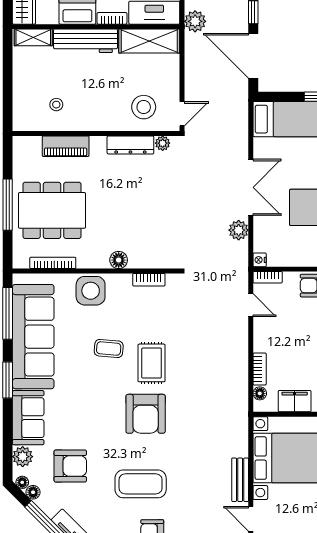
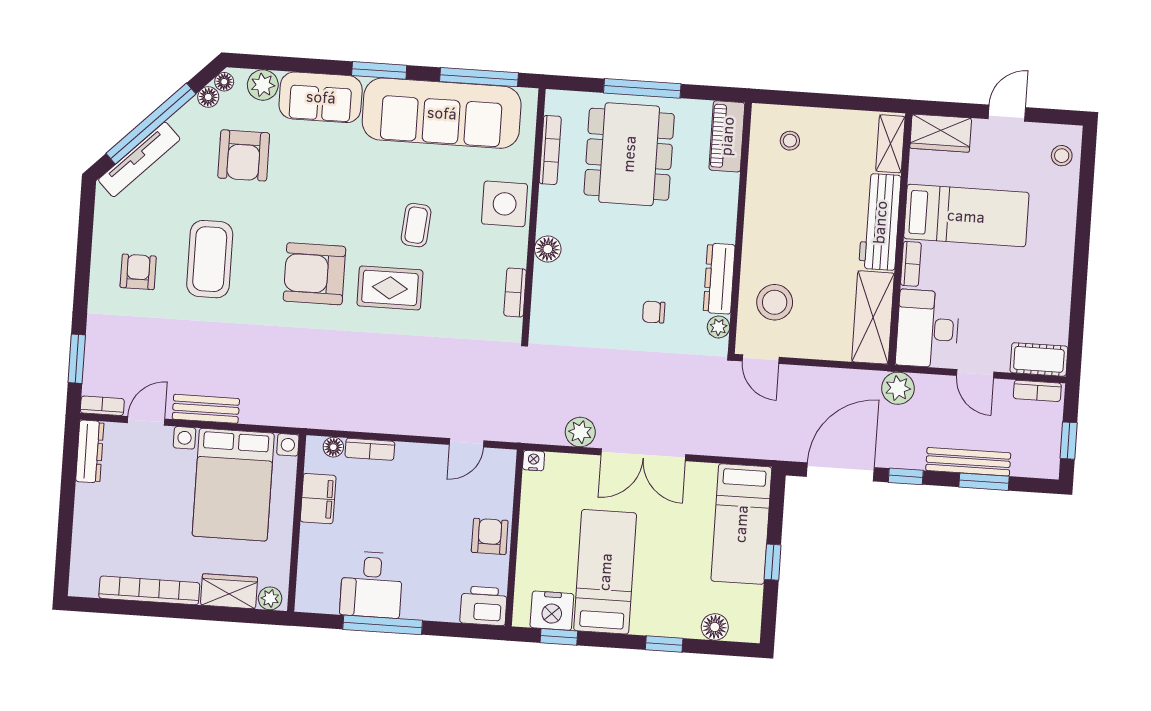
stool: (56, 105) -> (790, 141), moved
piano: (66, 146) -> (727, 136), moved
chair: (156, 187) -> (654, 312), added
bookcase: (268, 277) -> (507, 471), removed

